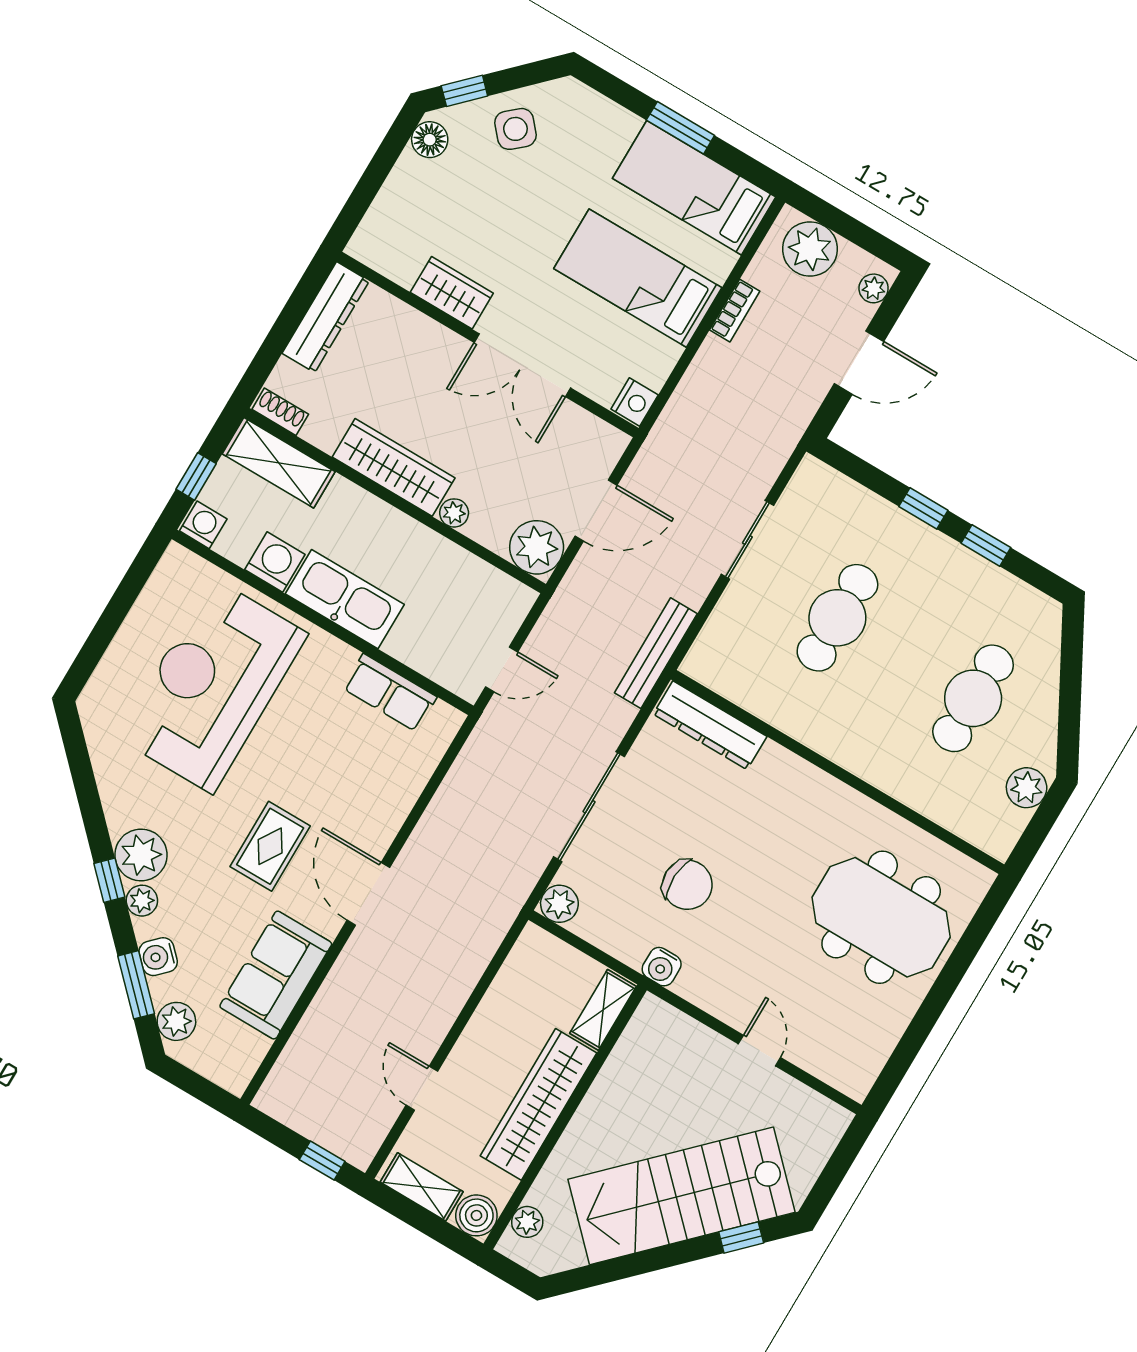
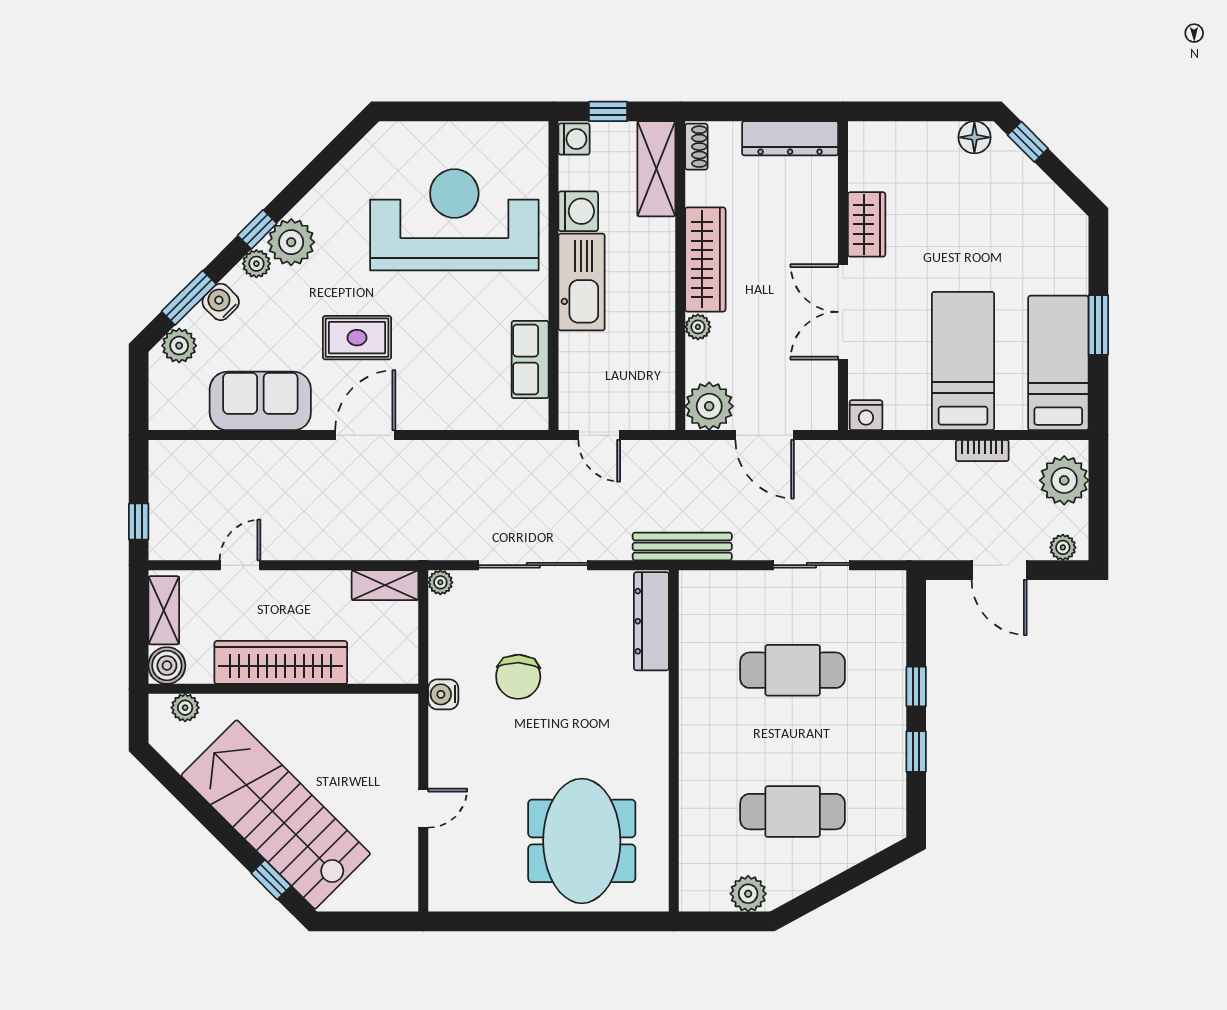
side table: (515, 129) -> (1022, 198), removed
plant: (559, 904) -> (440, 582), width x0.73, depth x0.73
shelving: (603, 1010) -> (385, 585), moved

